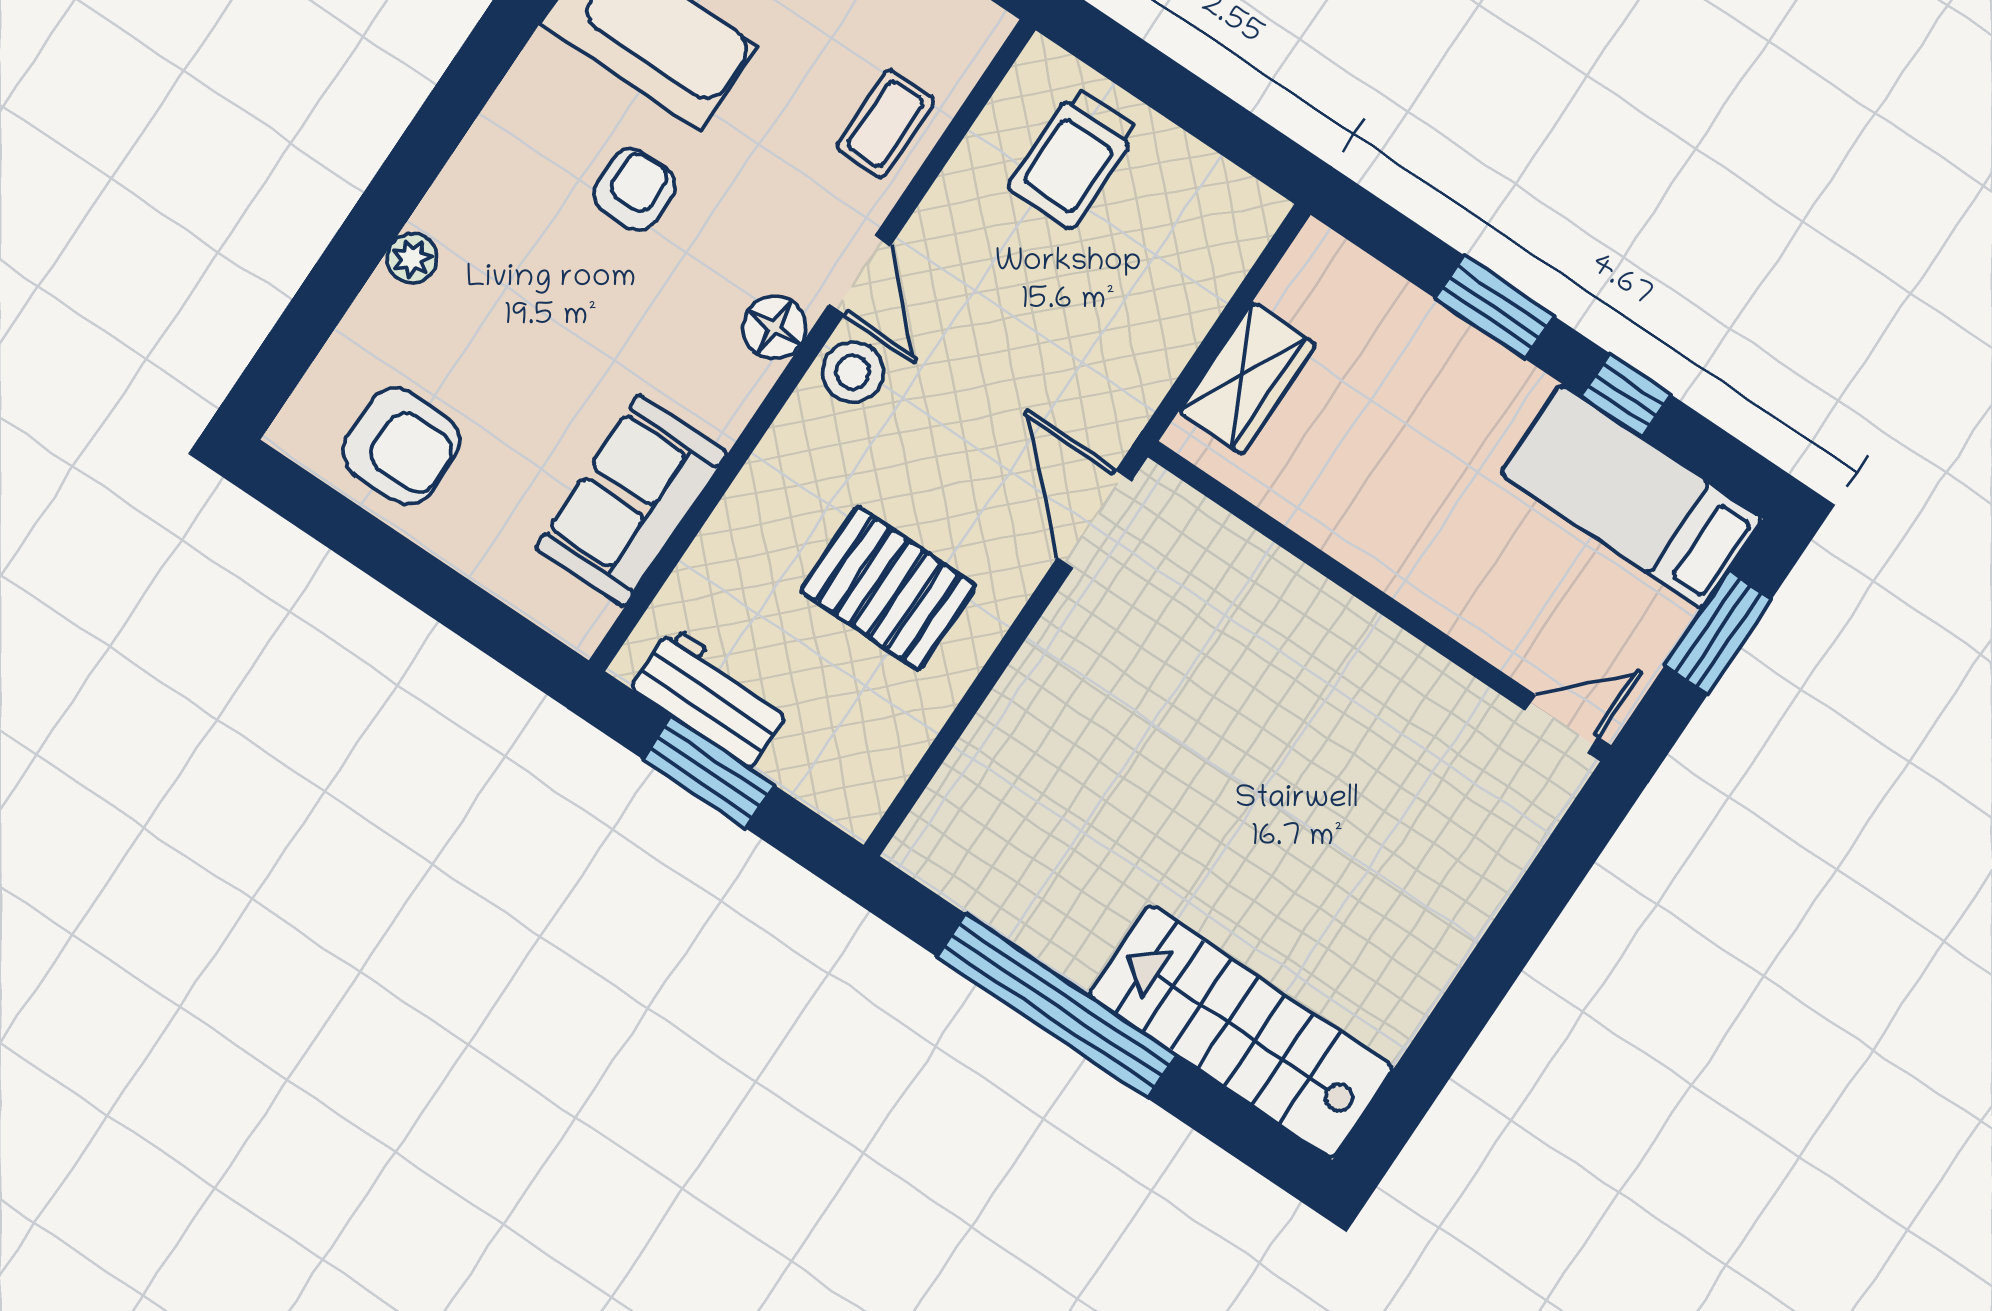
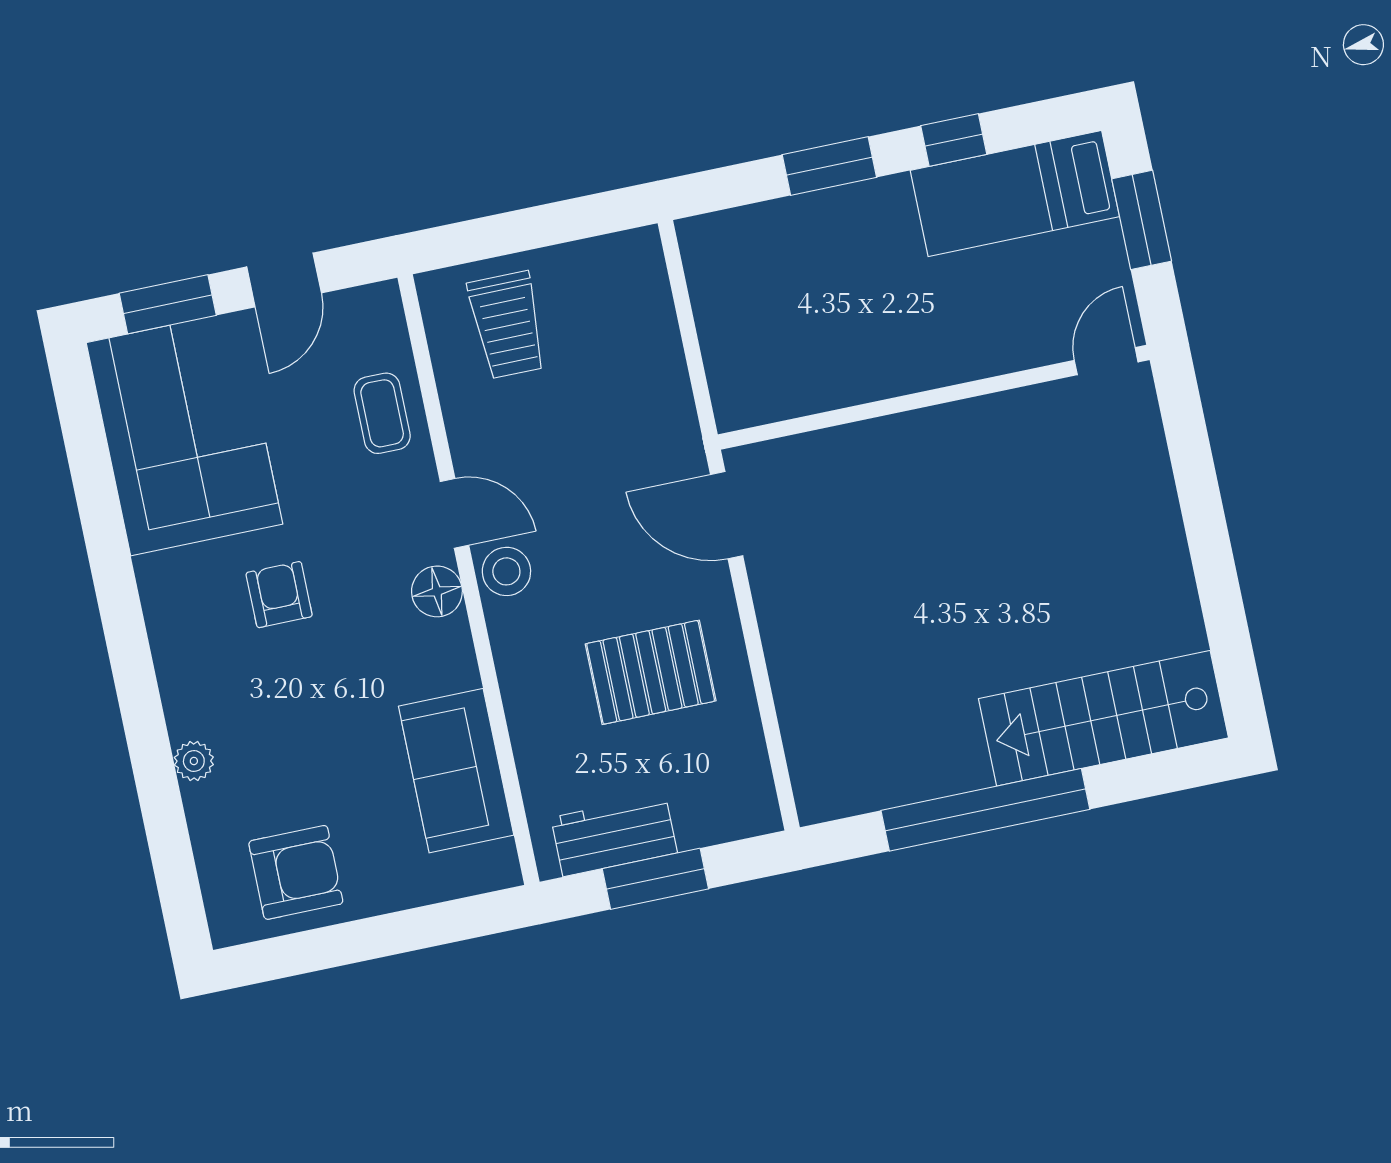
wardrobe: (1247, 378) -> (731, 348), removed

